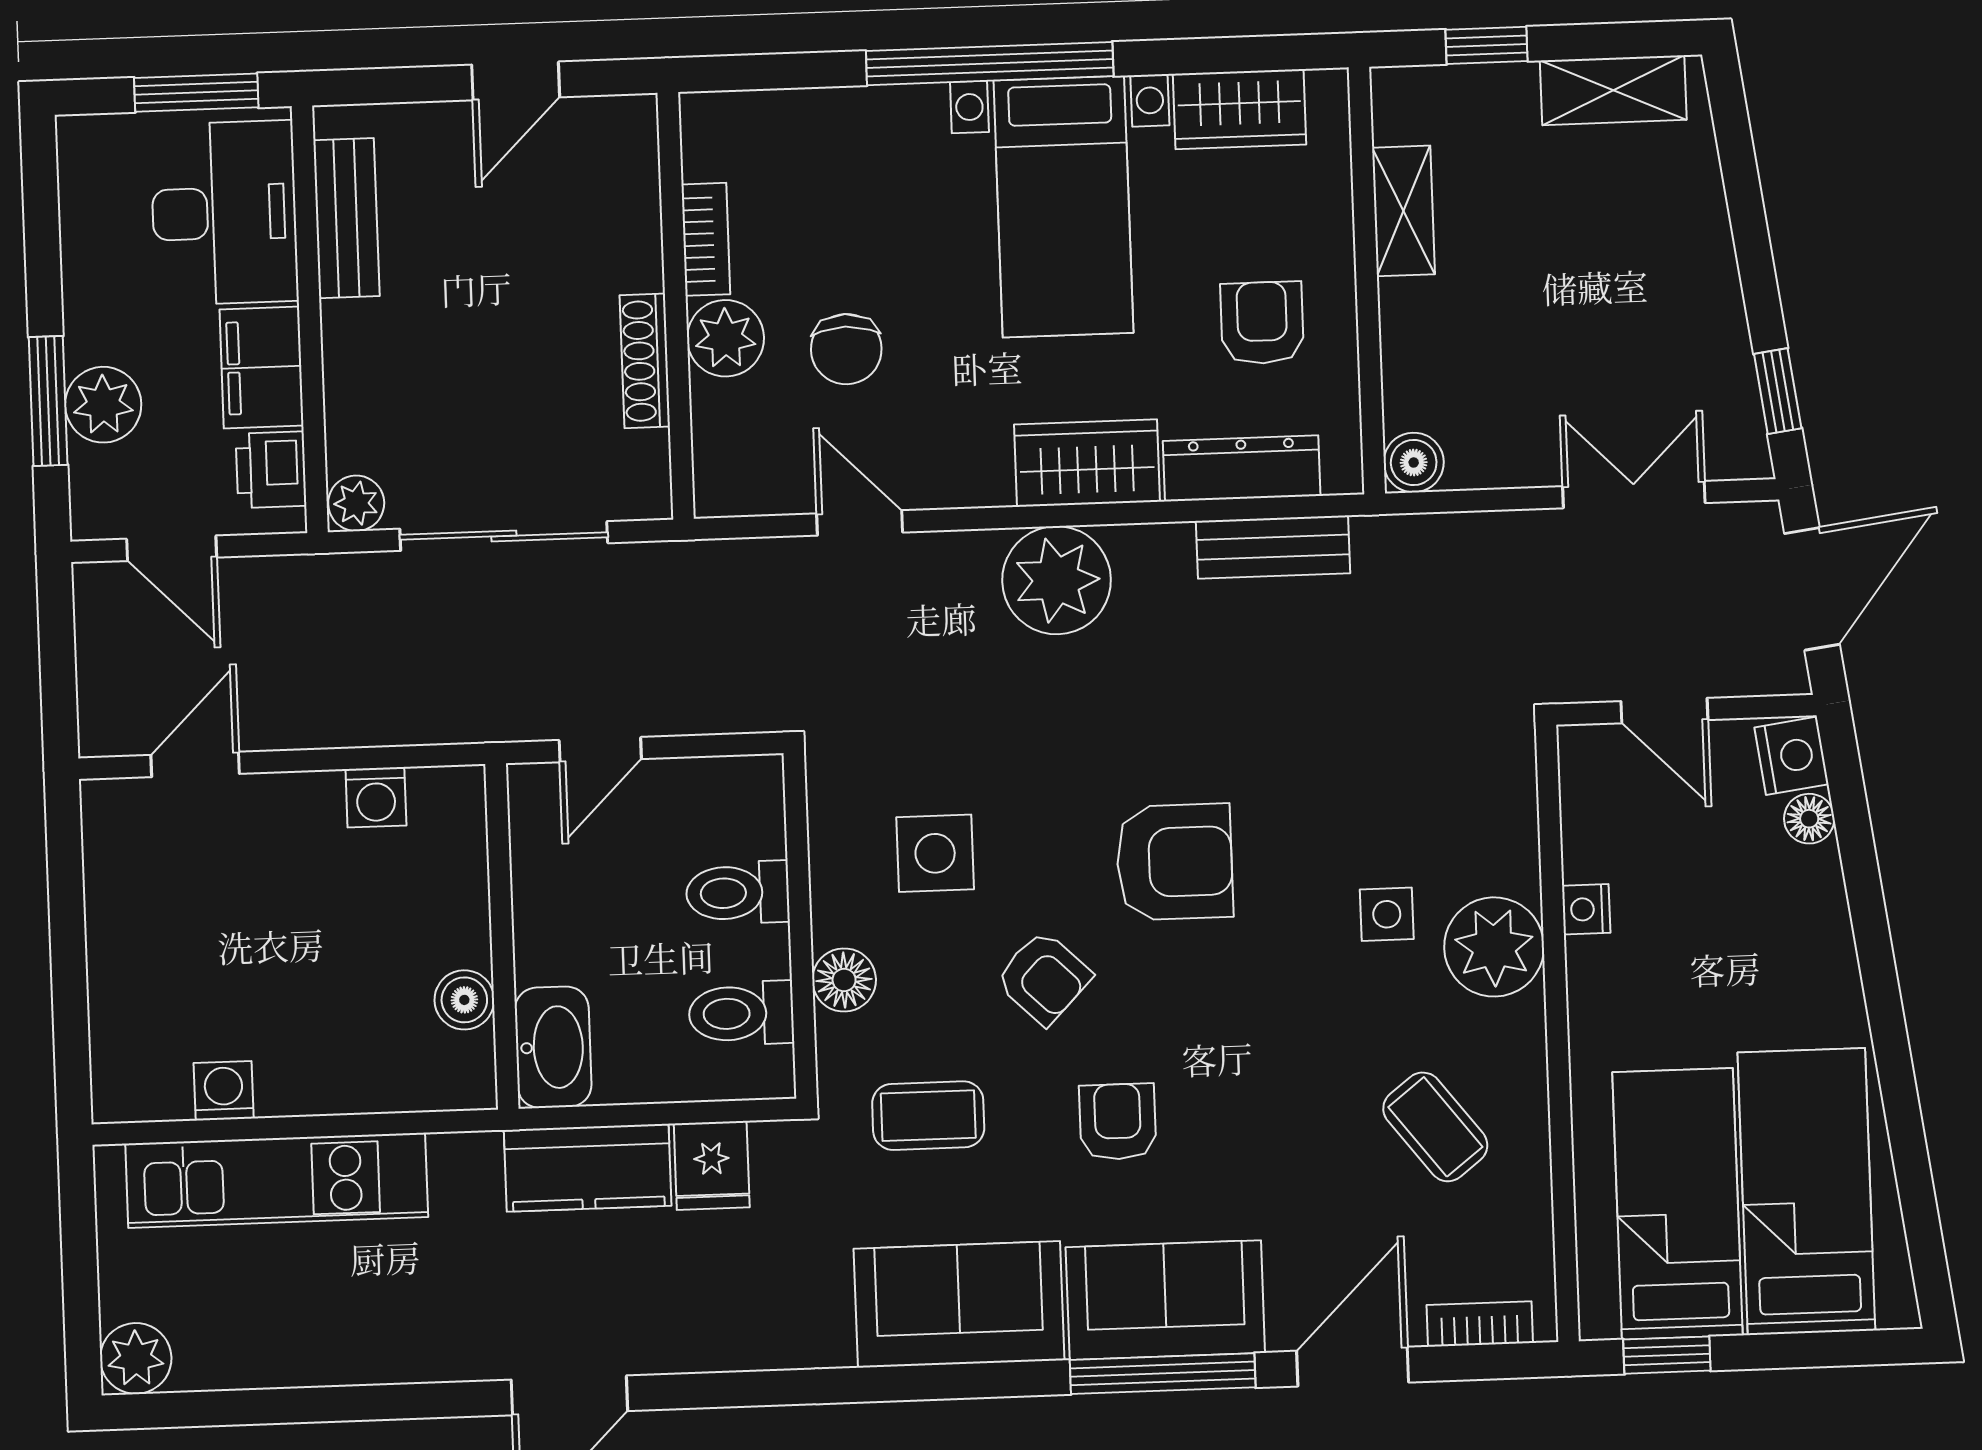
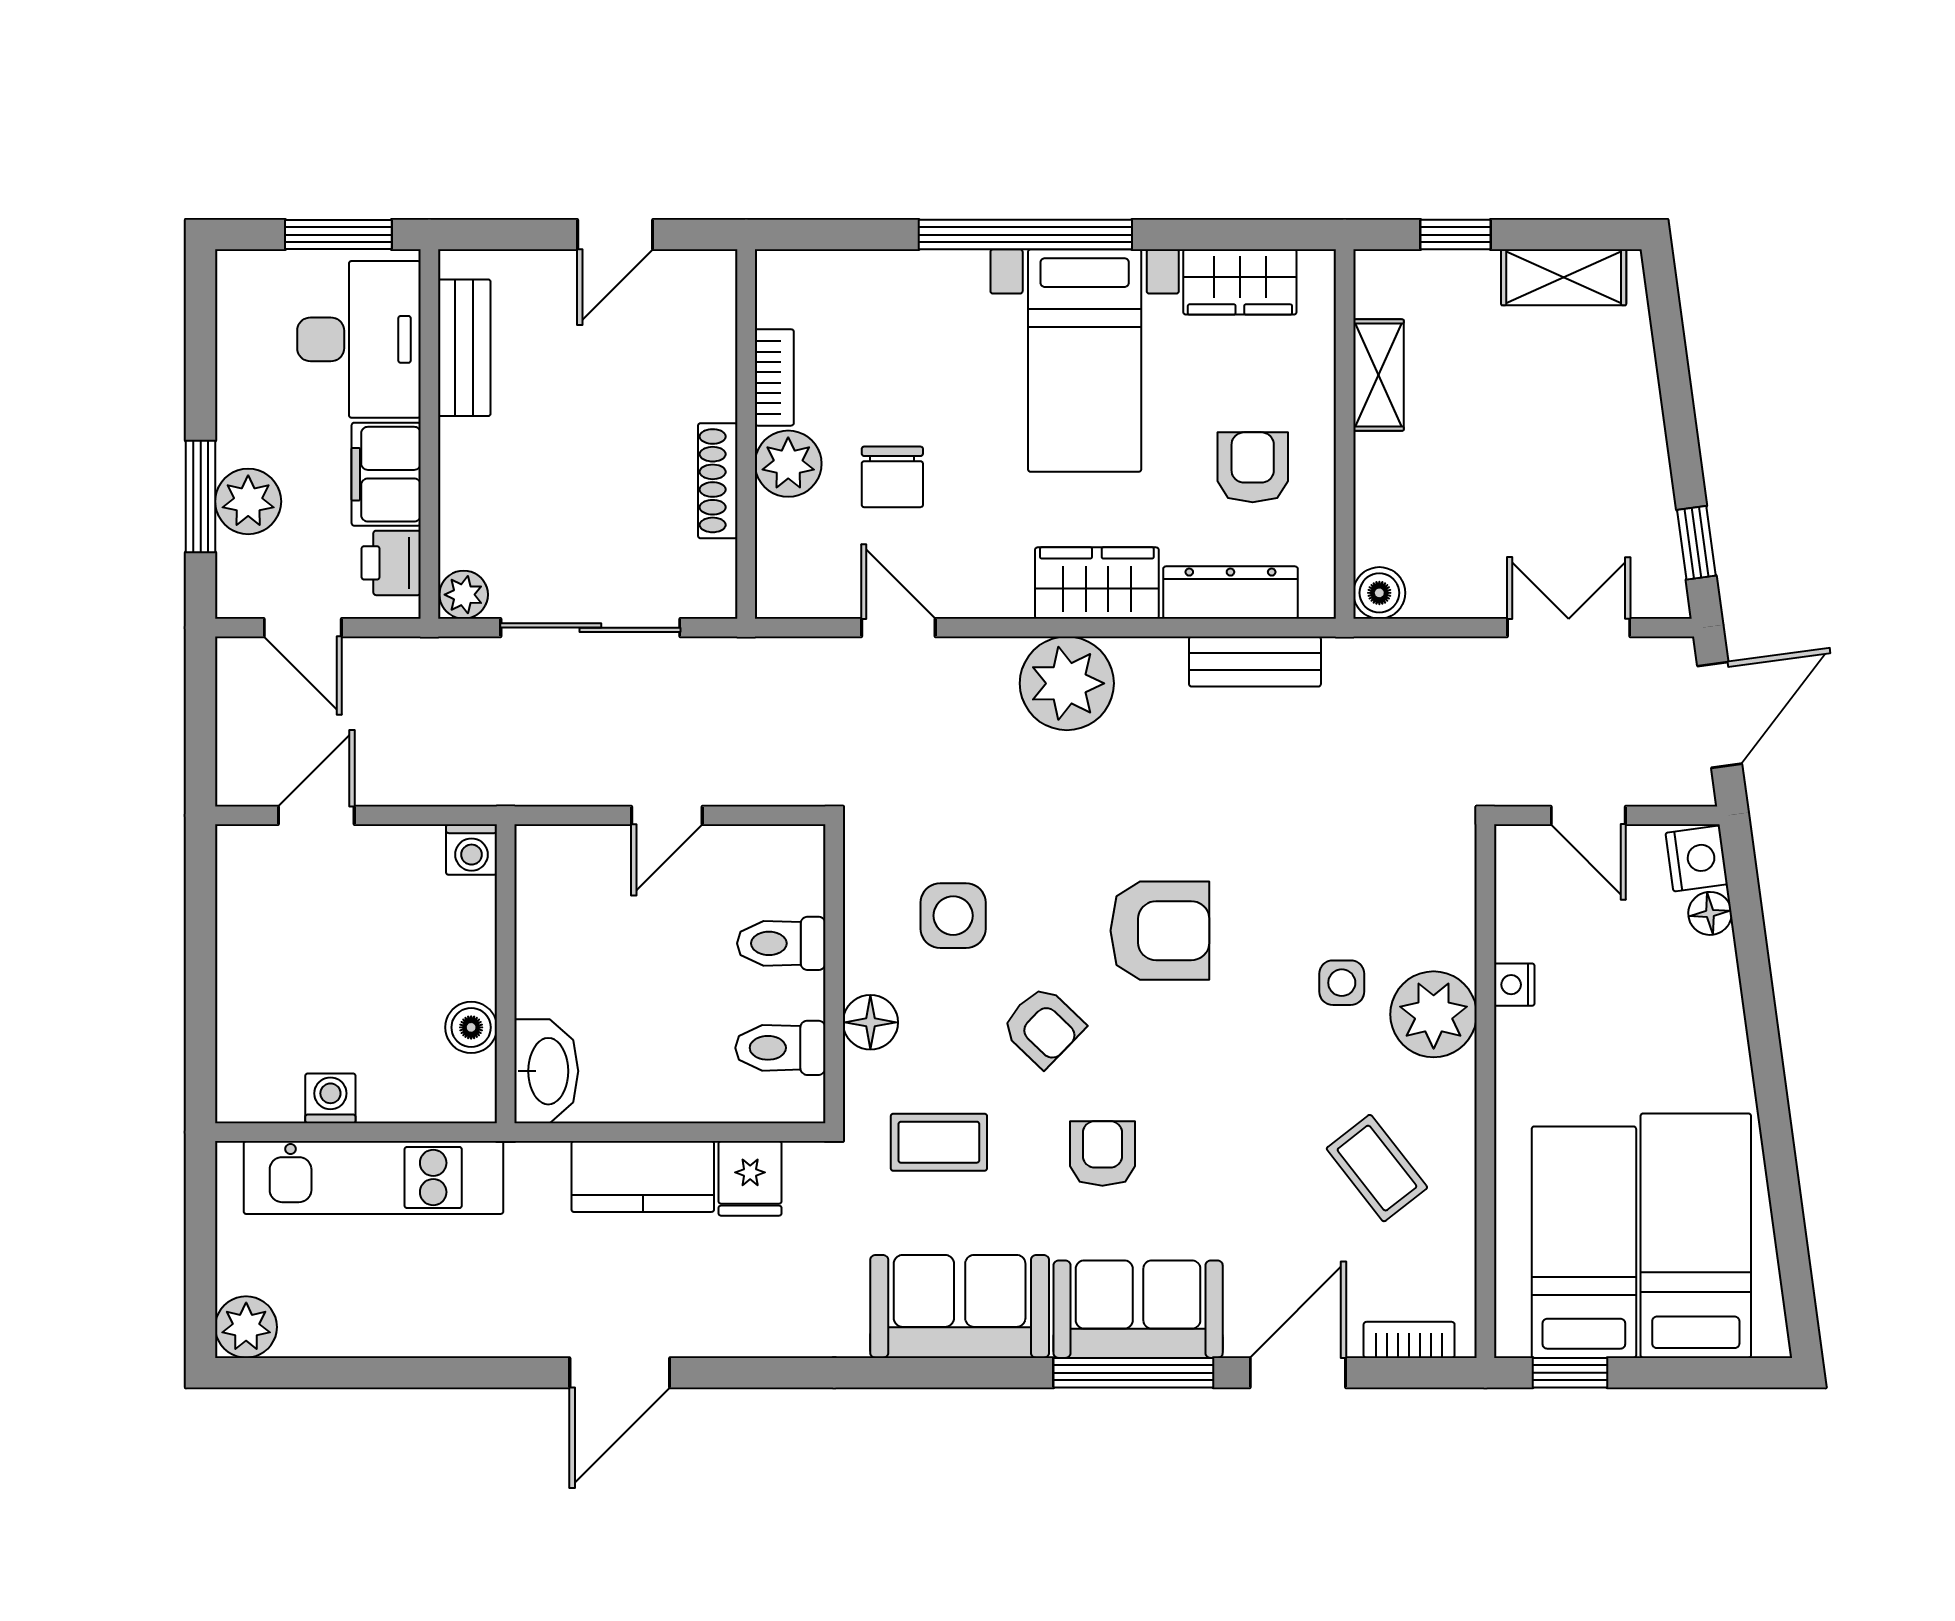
wall: (502, 936) -> (506, 974), moved
boiler: (464, 1000) -> (471, 1027), moved
washbasin: (553, 1047) -> (546, 1071), moved

